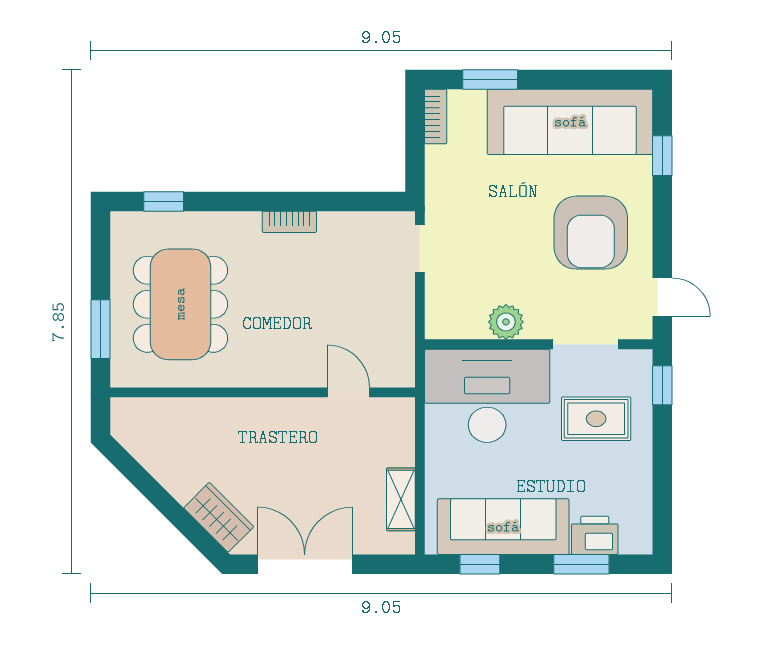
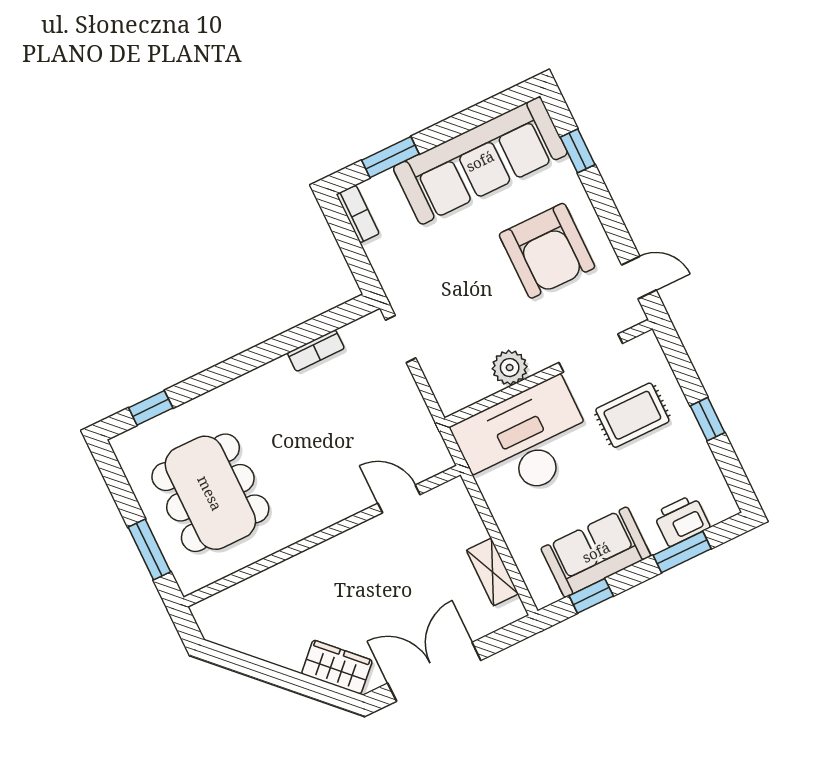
bookcase: (289, 222) -> (316, 351), moved
window: (662, 385) -> (707, 419), moved
sofa: (503, 527) -> (596, 552), width x0.73

